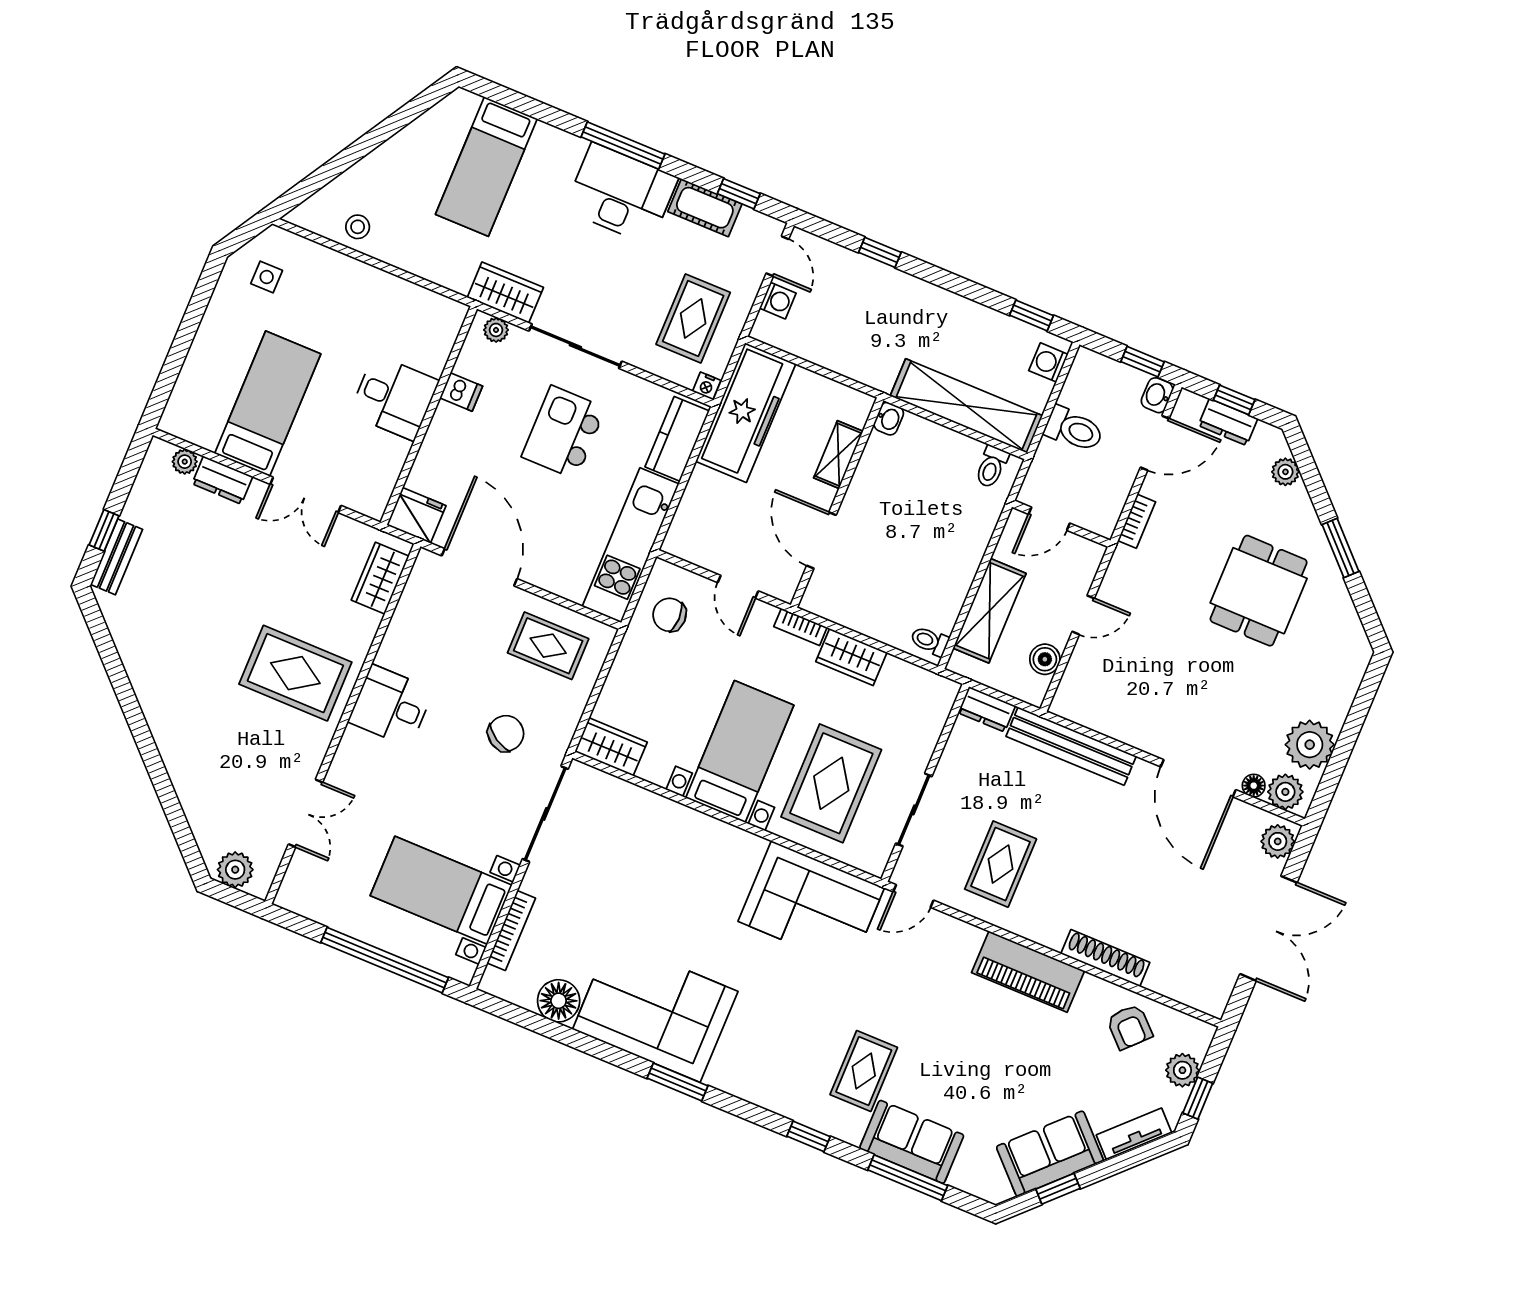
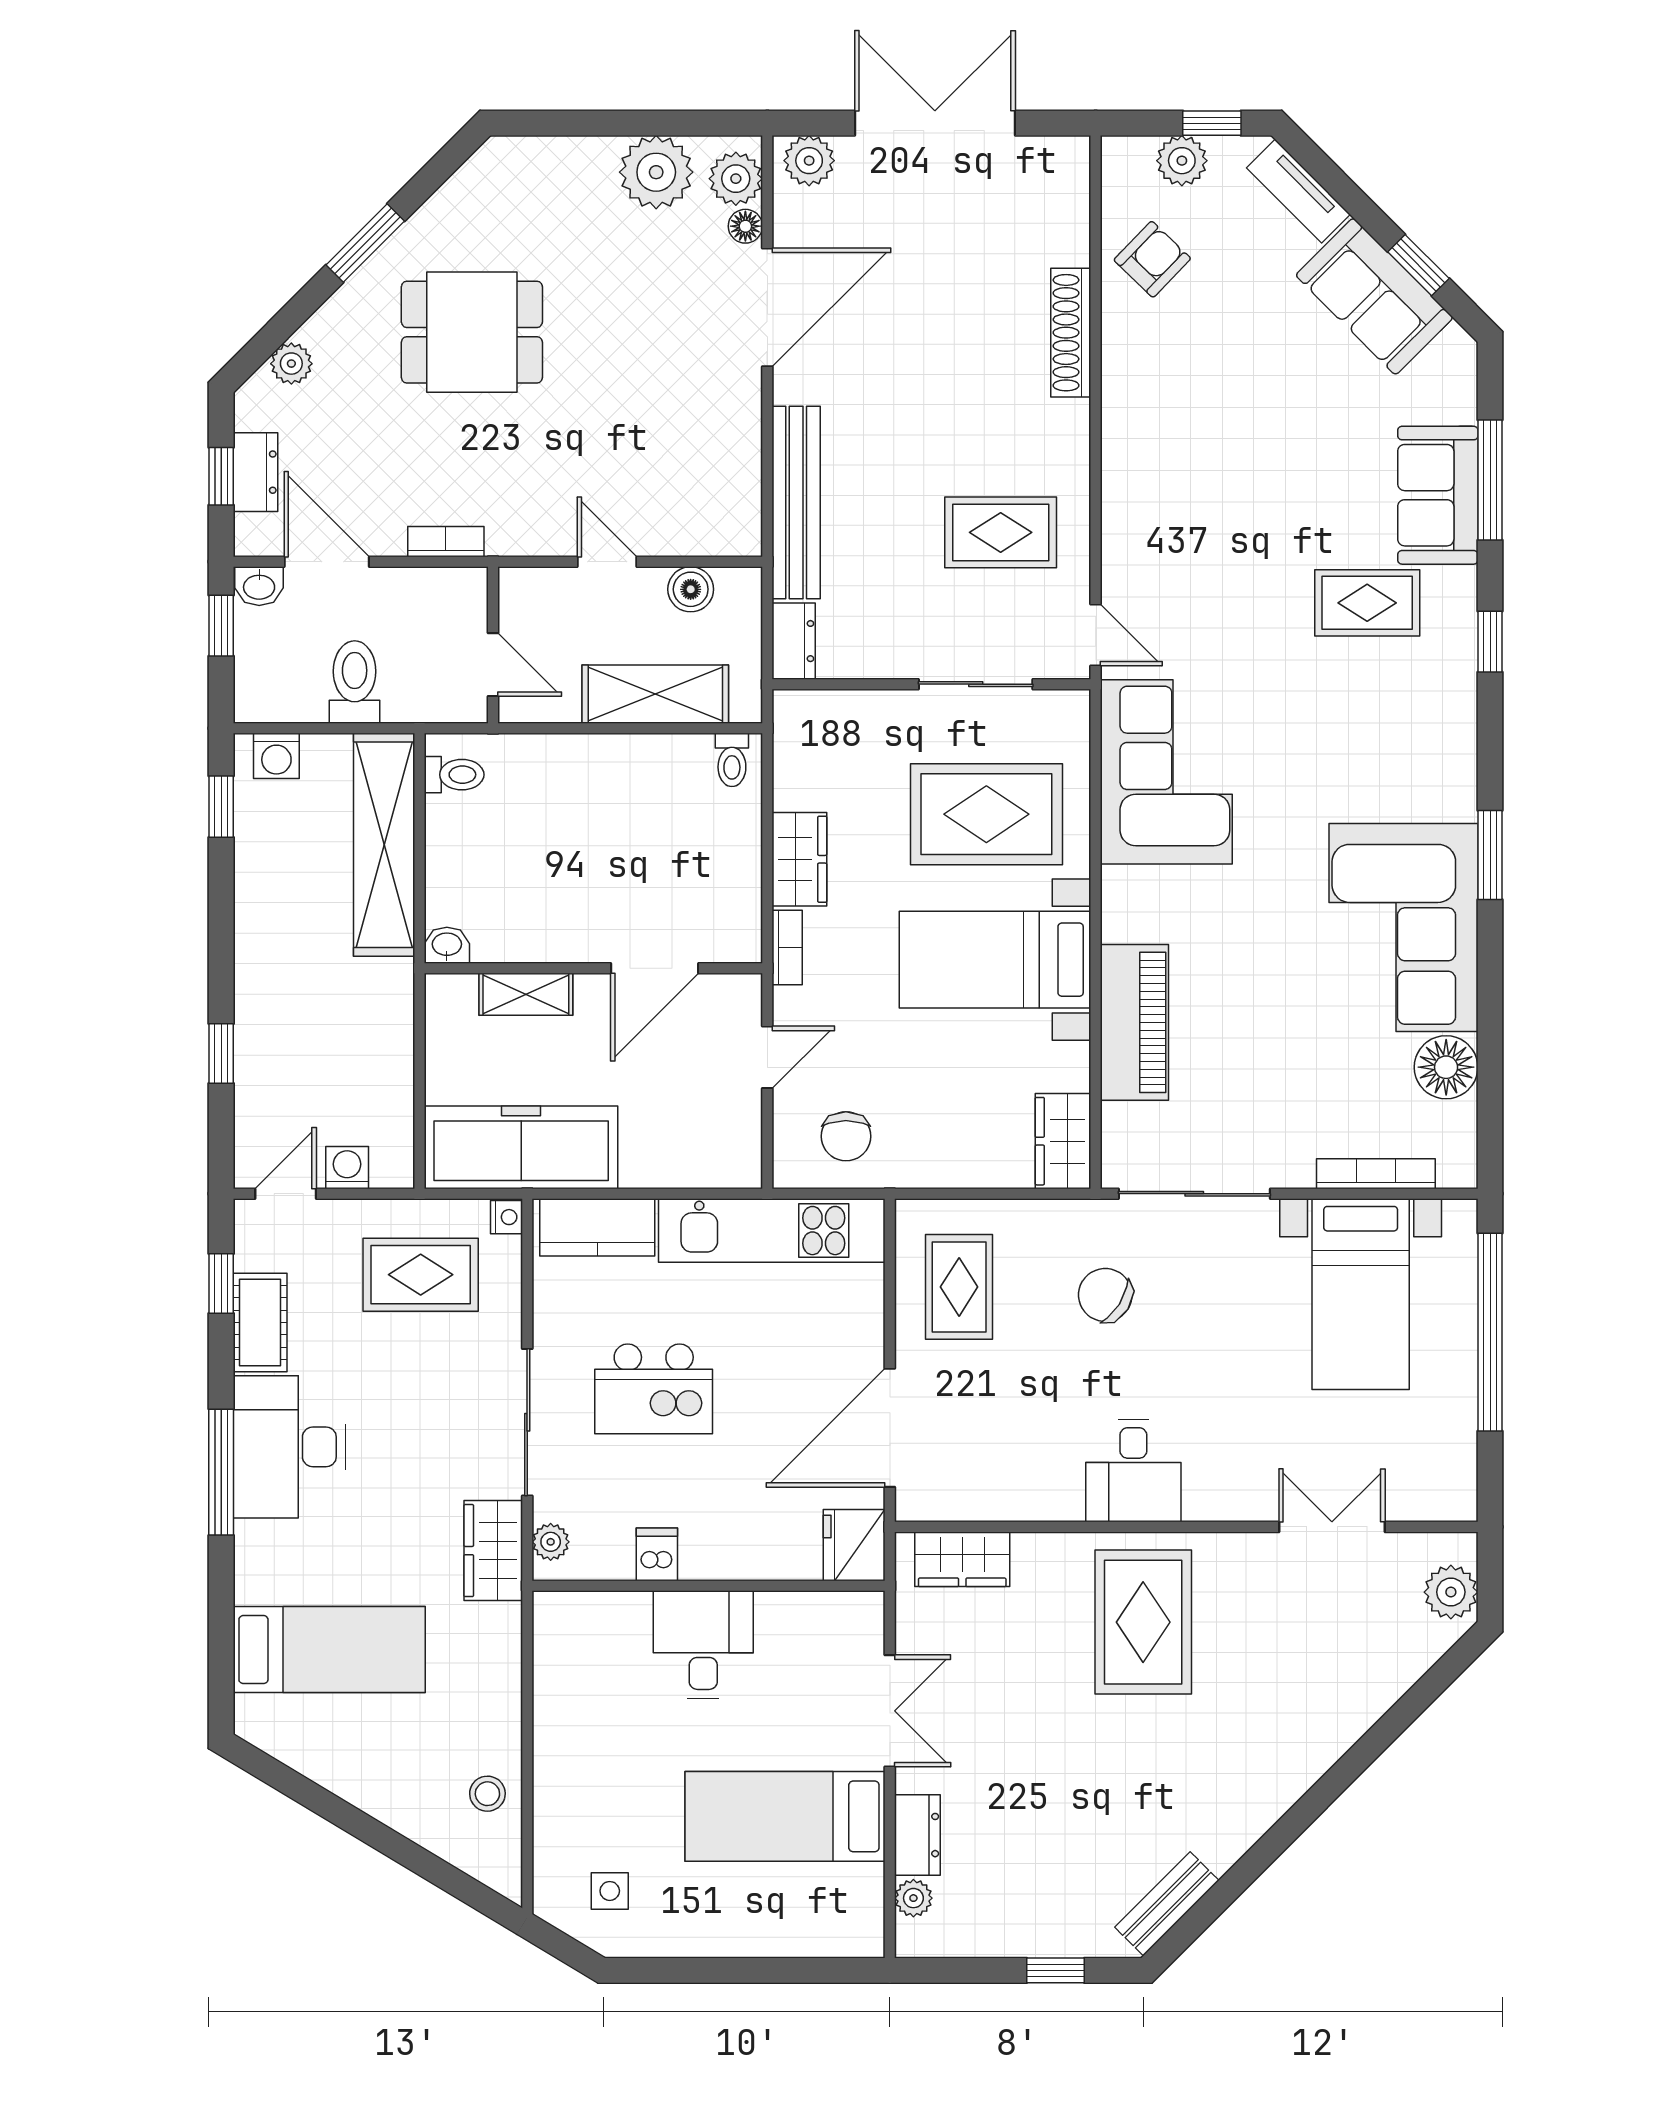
bench: (117, 557) -> (1167, 1904), moved, turned -45
piano: (1028, 972) -> (1134, 1022), moved

